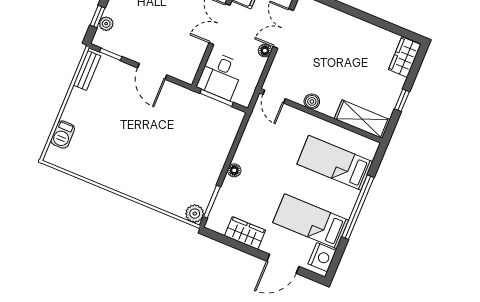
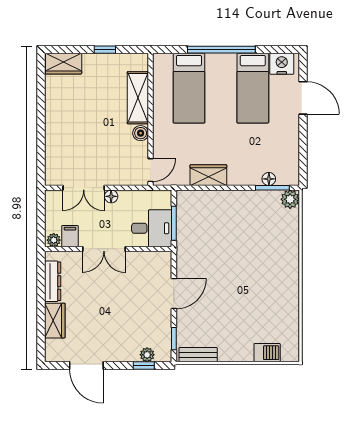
shelving: (362, 119) -> (138, 98), moved
floor lamp: (234, 170) -> (269, 179), moved
wardrobe: (245, 233) -> (208, 175), moved, turned 90

